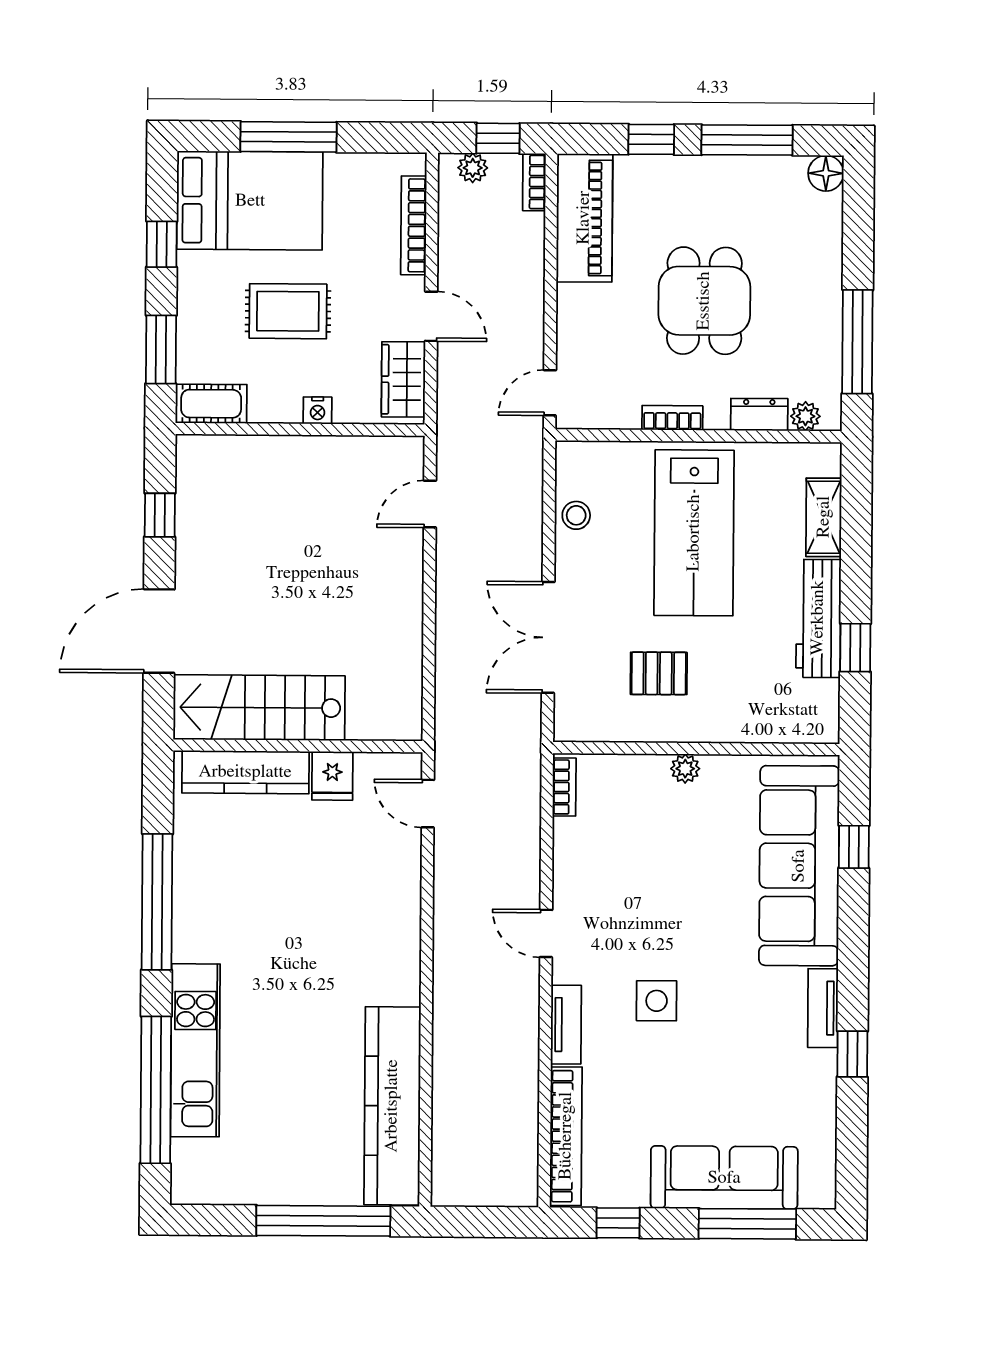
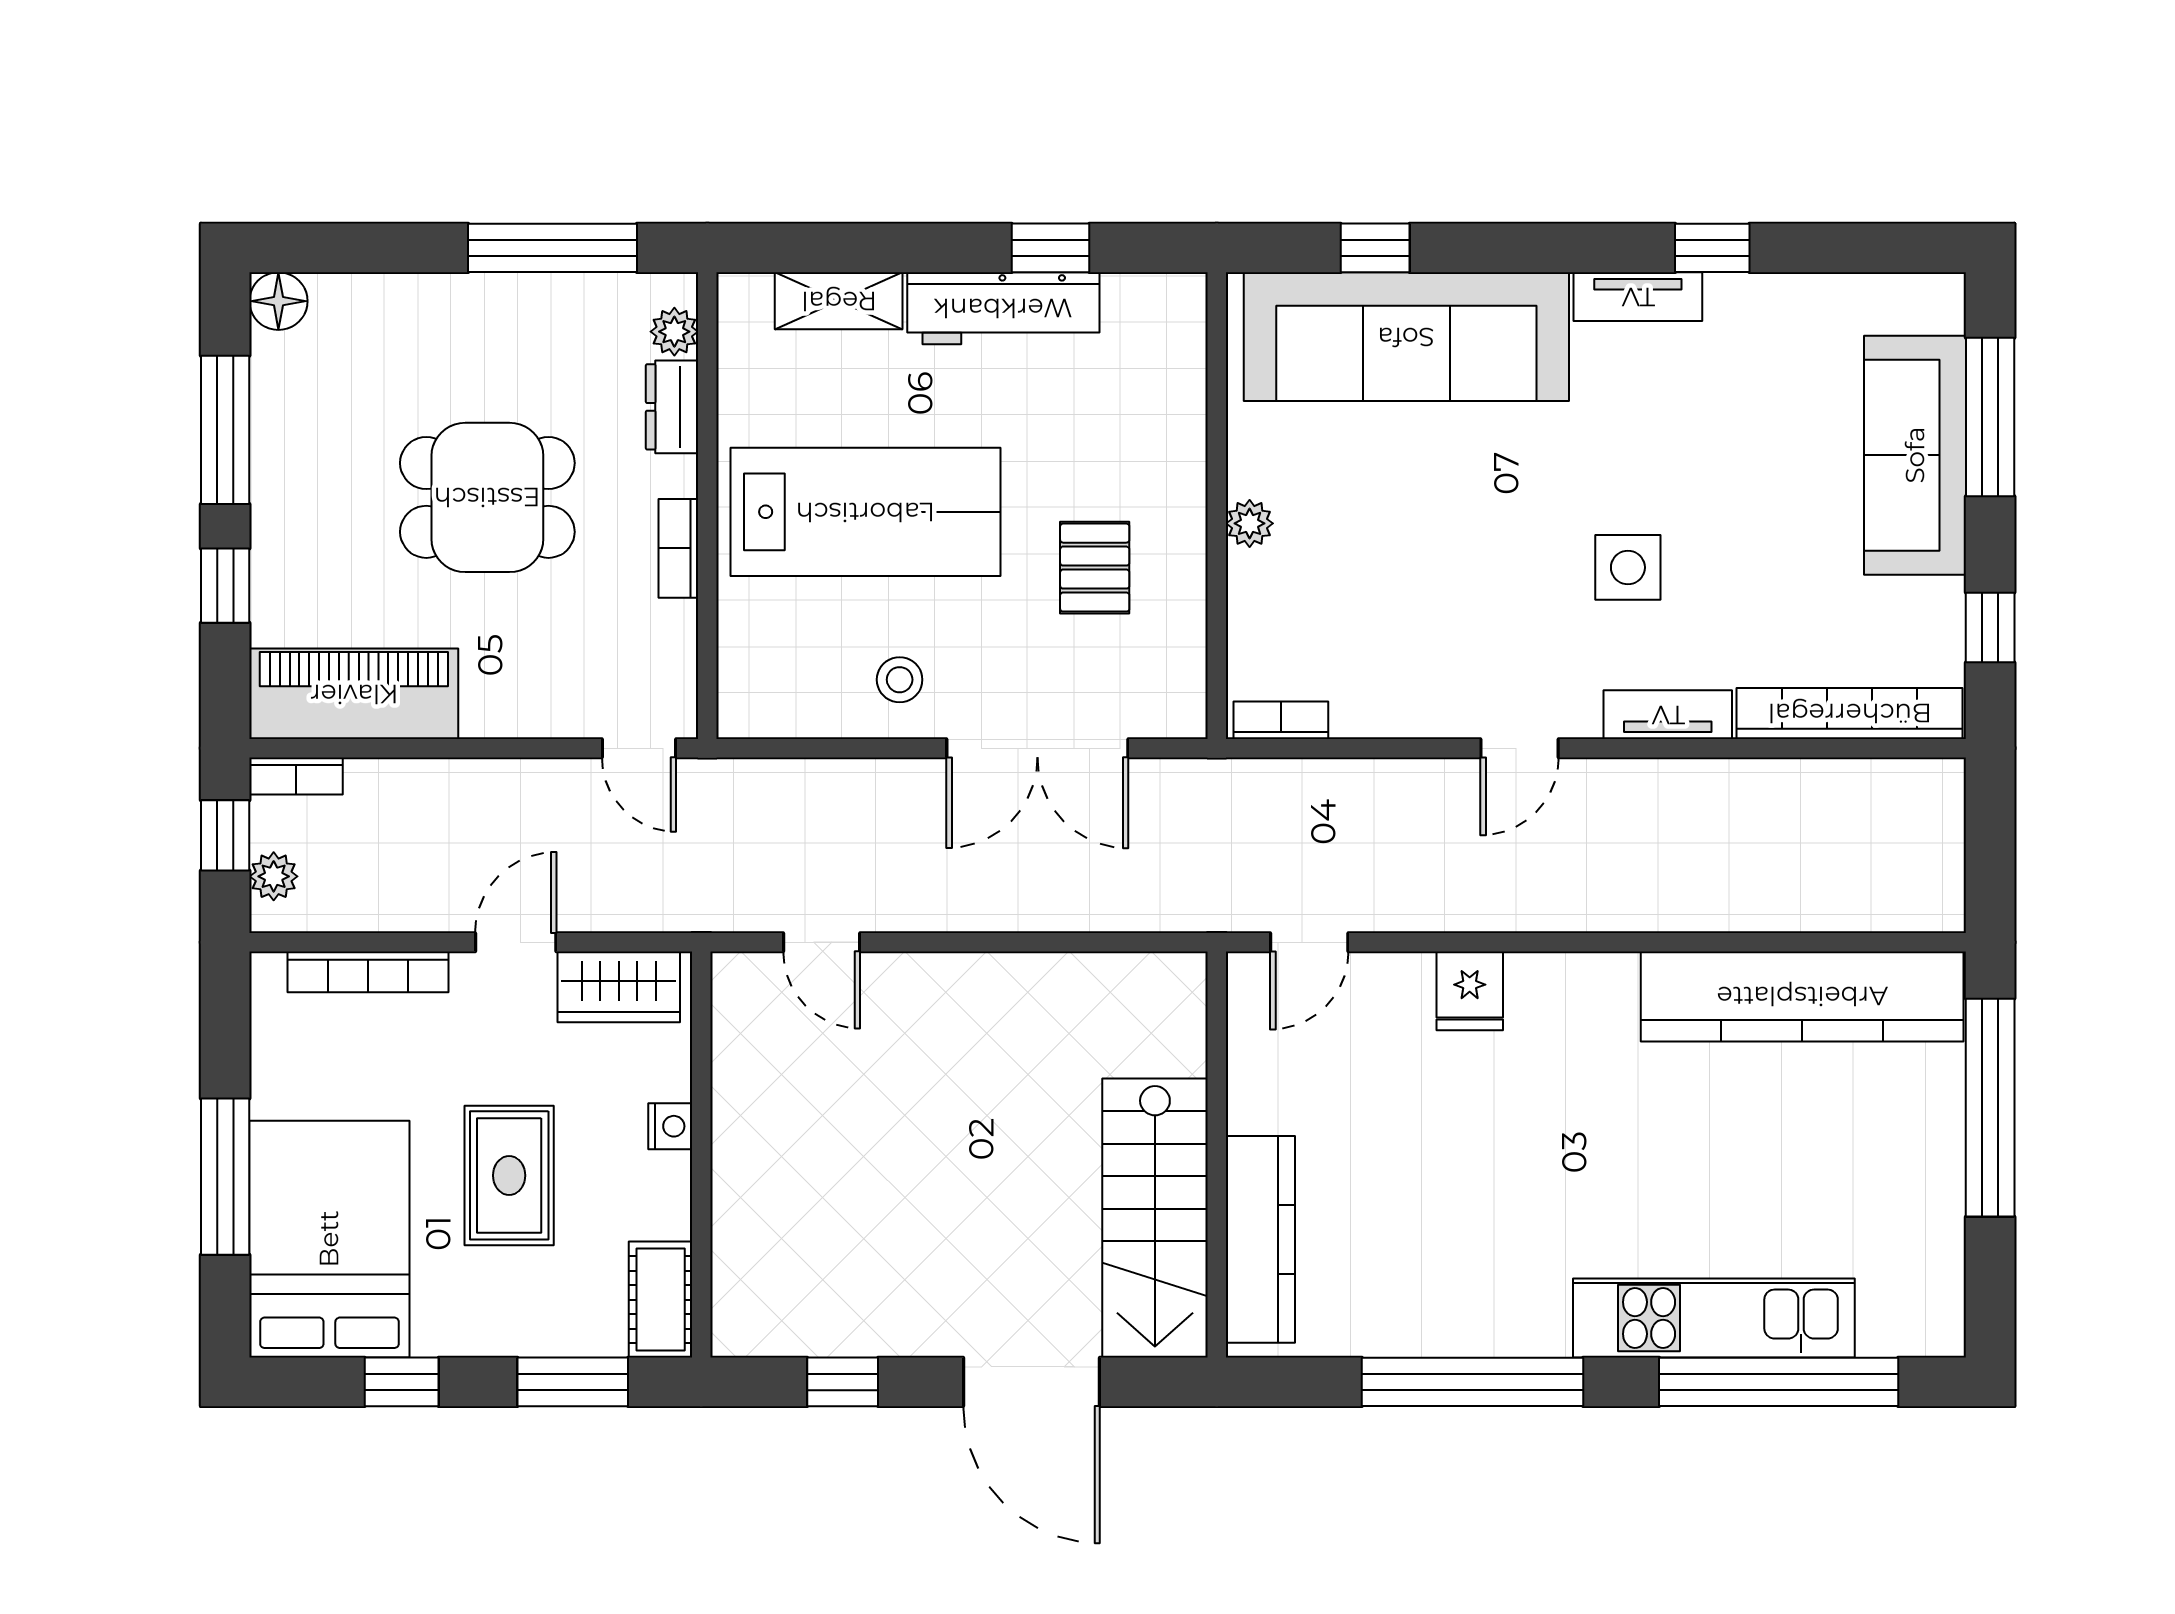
stool: (576, 515) -> (900, 680), moved
fridge: (332, 776) -> (1470, 991), moved, turned 90

